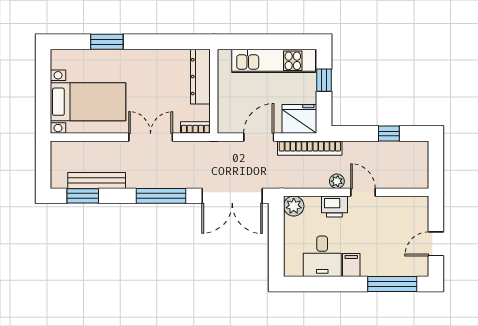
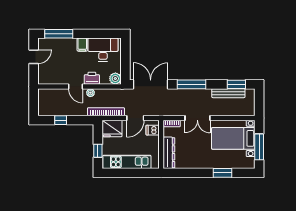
window: (43, 87) -> (259, 147), added
dishwasher: (229, 116) -> (153, 130), added
desk: (322, 256) -> (103, 50), width x1.37

